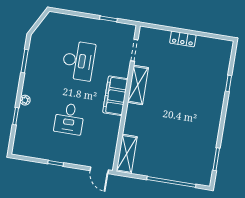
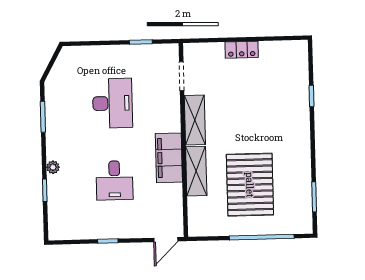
filing cabinet: (115, 96) -> (169, 158), moved
pallet: (170, 141) -> (250, 185), added
shelving: (127, 154) -> (196, 171), moved
door: (99, 170) -> (166, 240), hinge flipped

